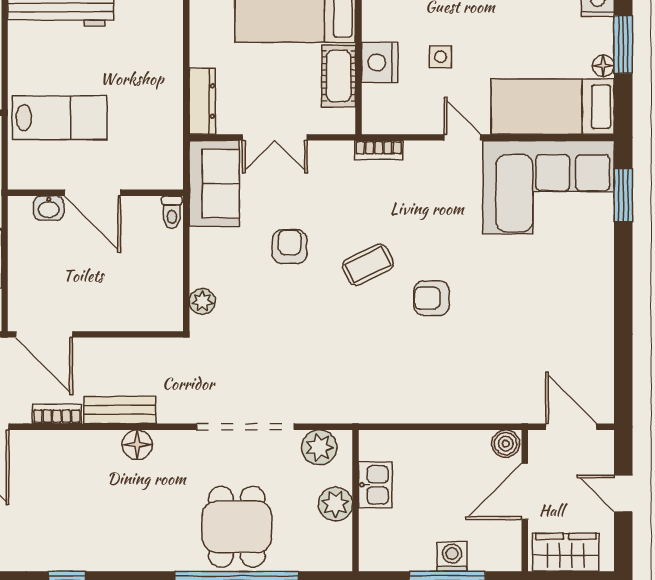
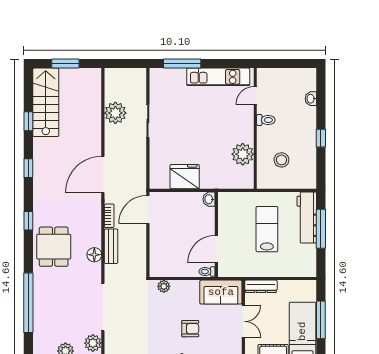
lab bench: (60, 118) -> (267, 229), moved, turned 180
double door: (275, 137) -> (243, 321), swing flipped
door: (93, 193) -> (216, 249), moved
washbasin: (49, 208) -> (209, 199), moved
dining table: (237, 527) -> (54, 247), moved, turned 90

